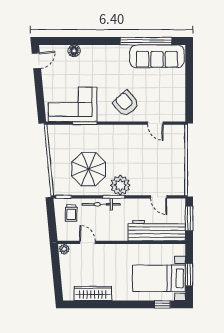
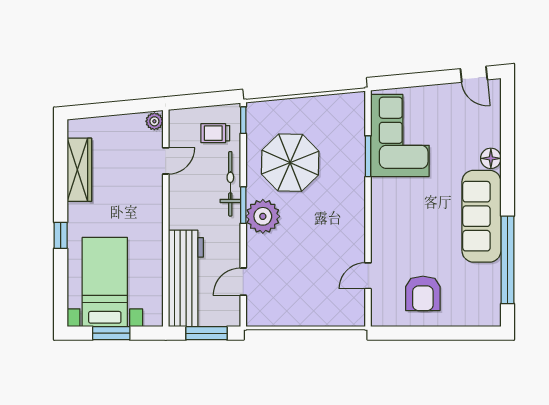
floor lamp: (74, 51) -> (491, 158), moved
sofa: (157, 56) -> (481, 216), moved
armchair: (126, 103) -> (423, 293), moved, turned 132
window: (162, 304) -> (61, 235), moved

